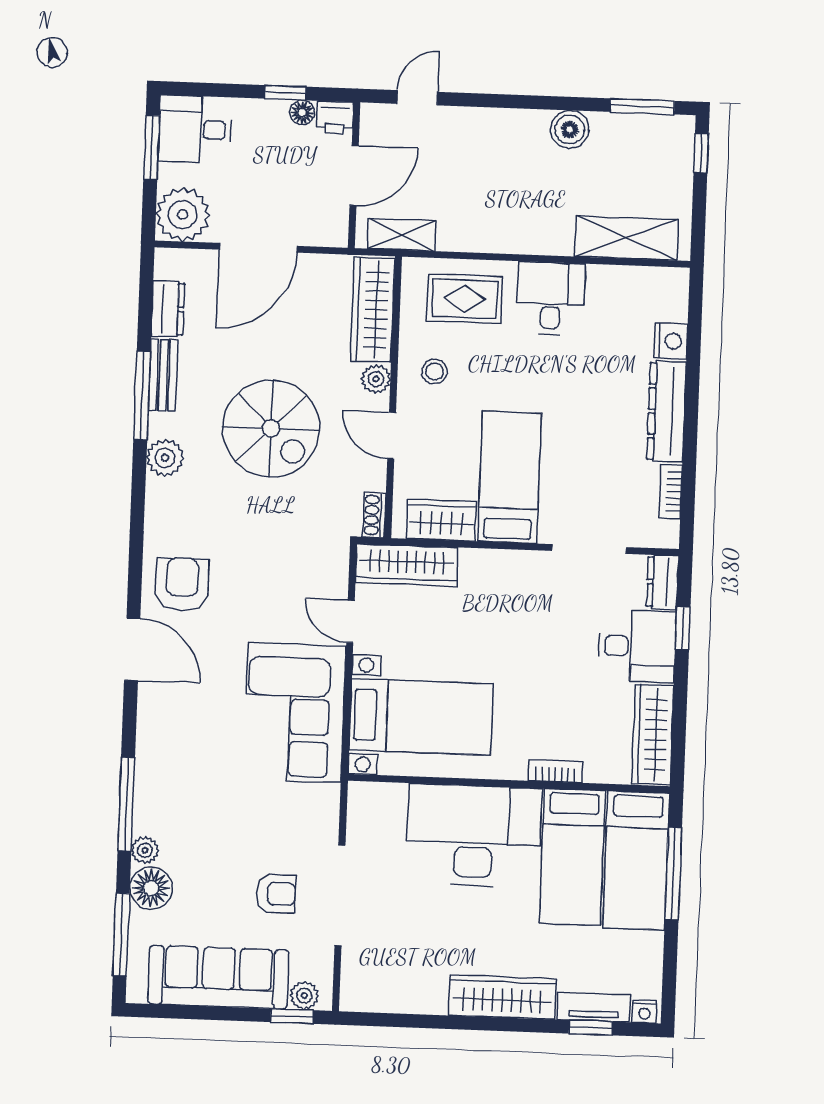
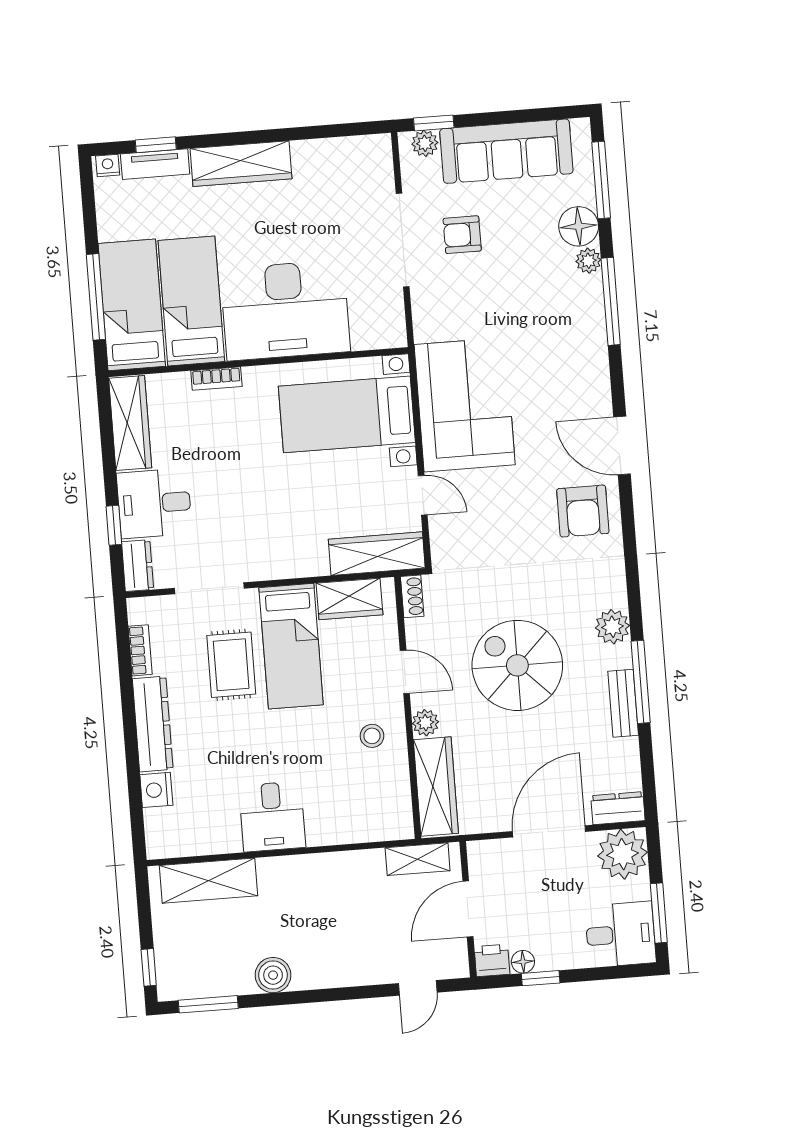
rug: (465, 299) -> (231, 665), moved, turned 90
dresser: (168, 309) -> (618, 808), moved, turned 90

